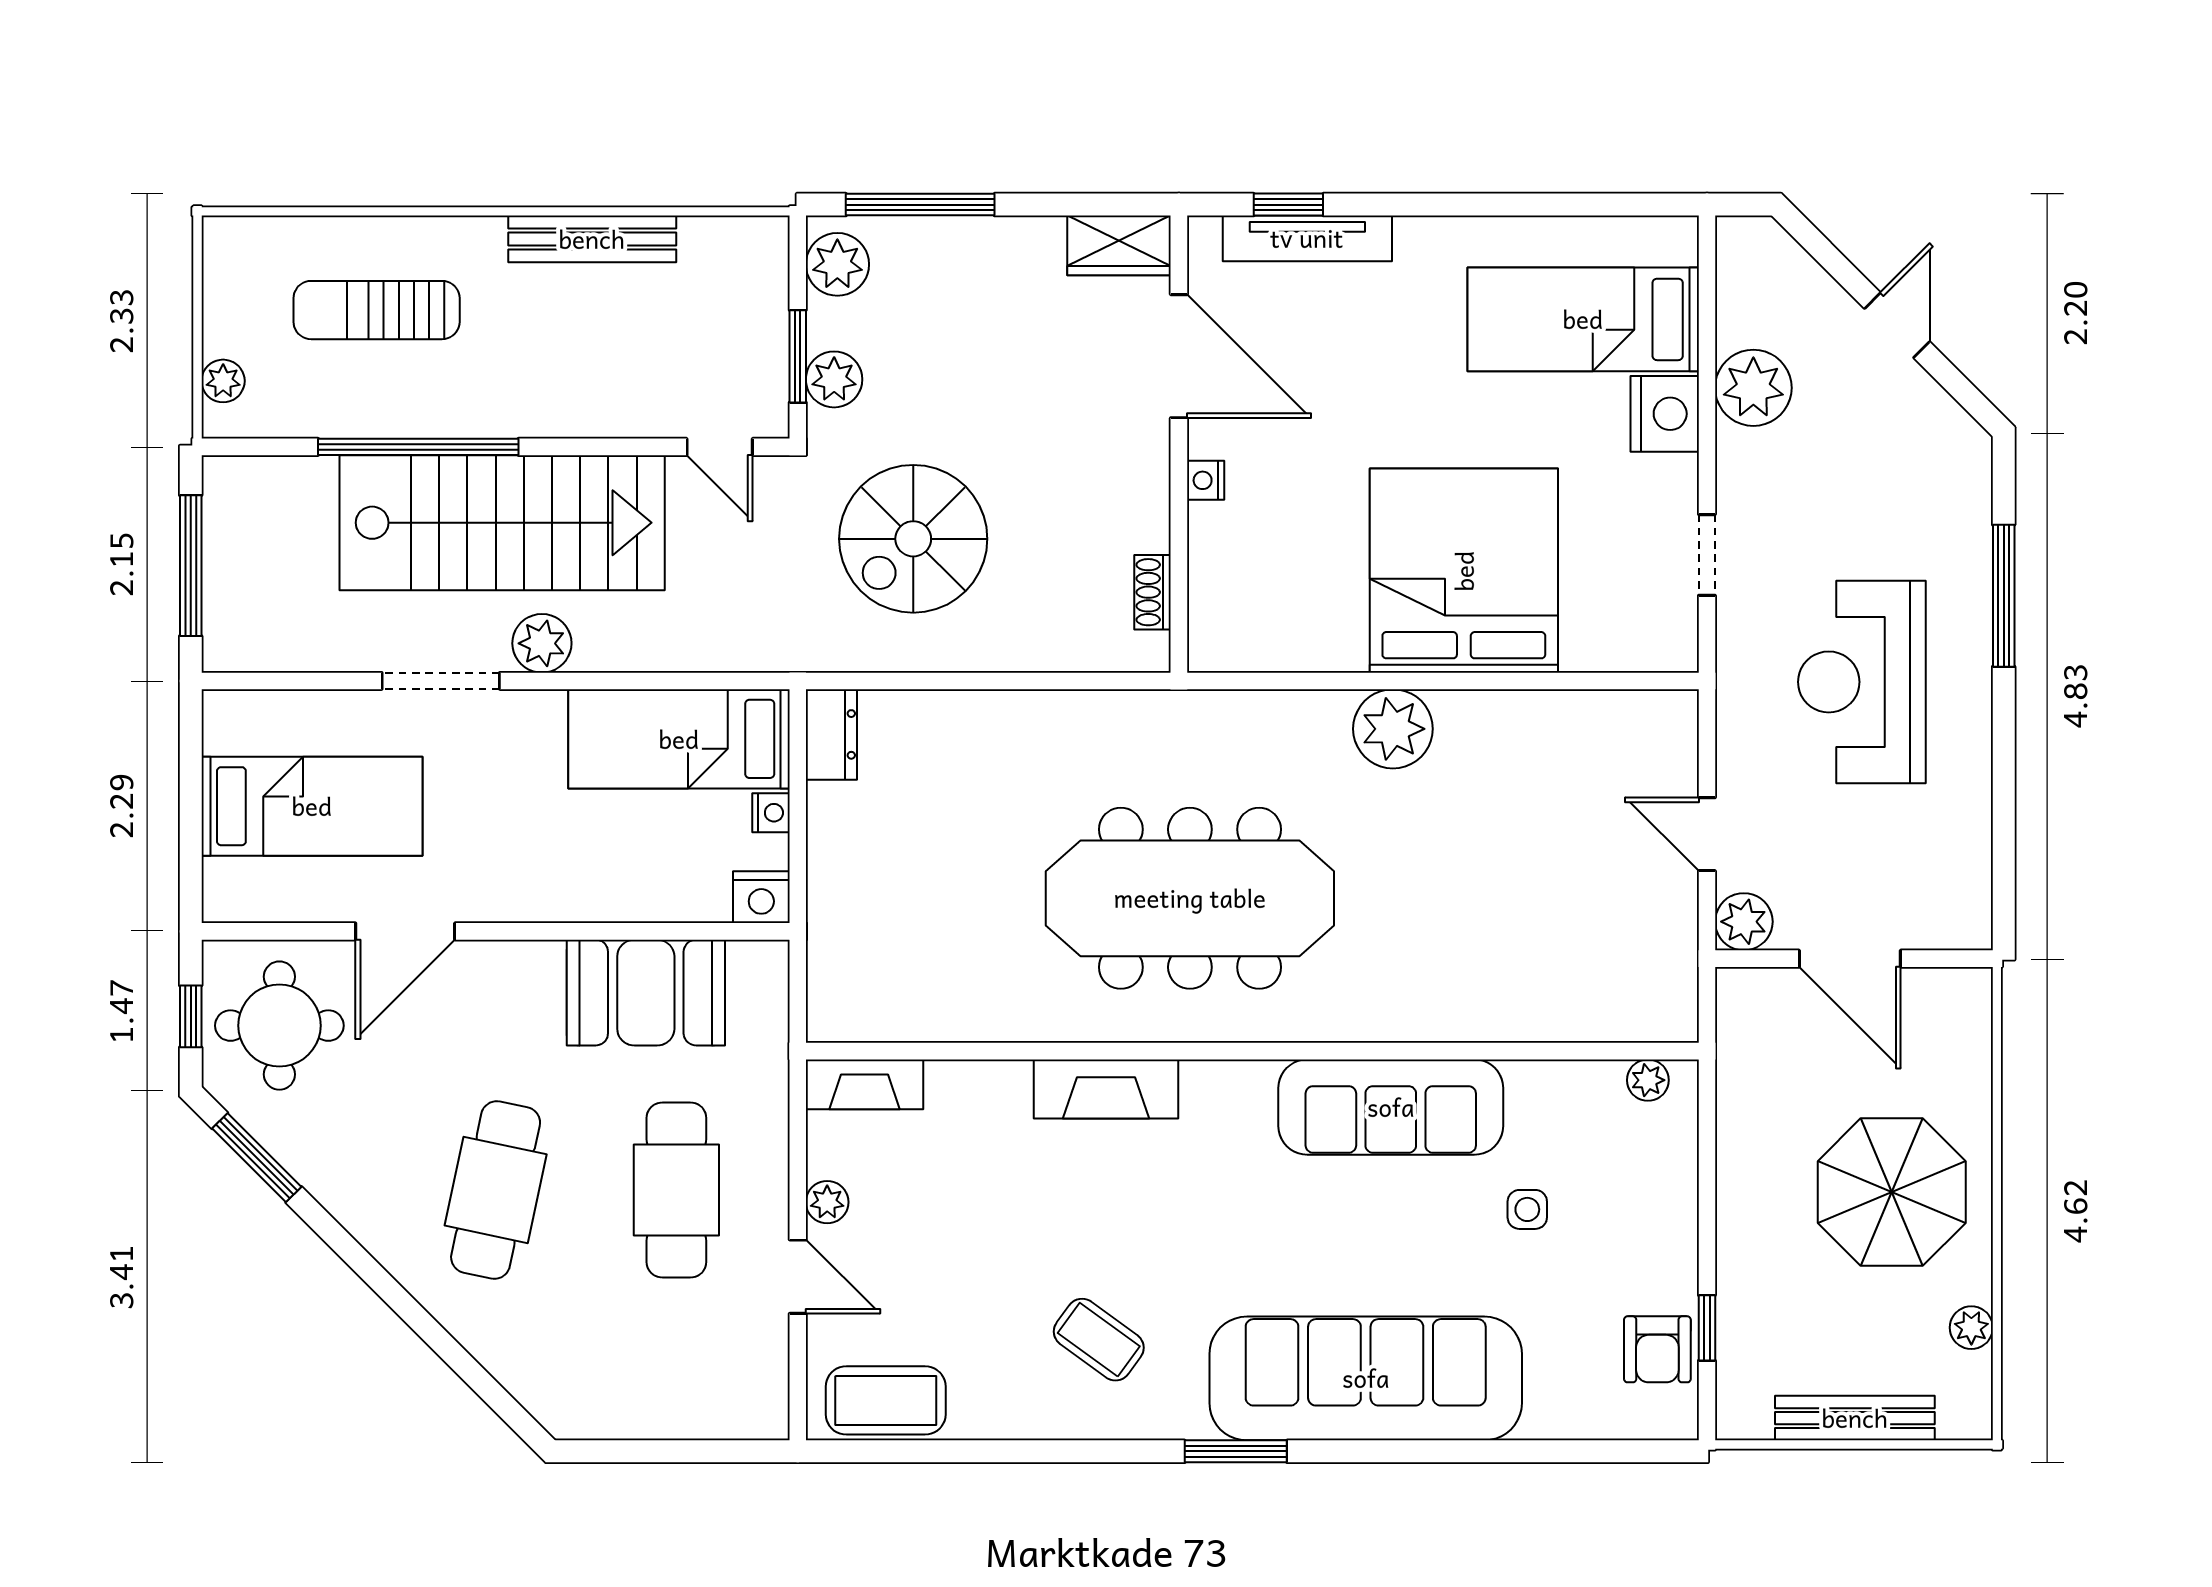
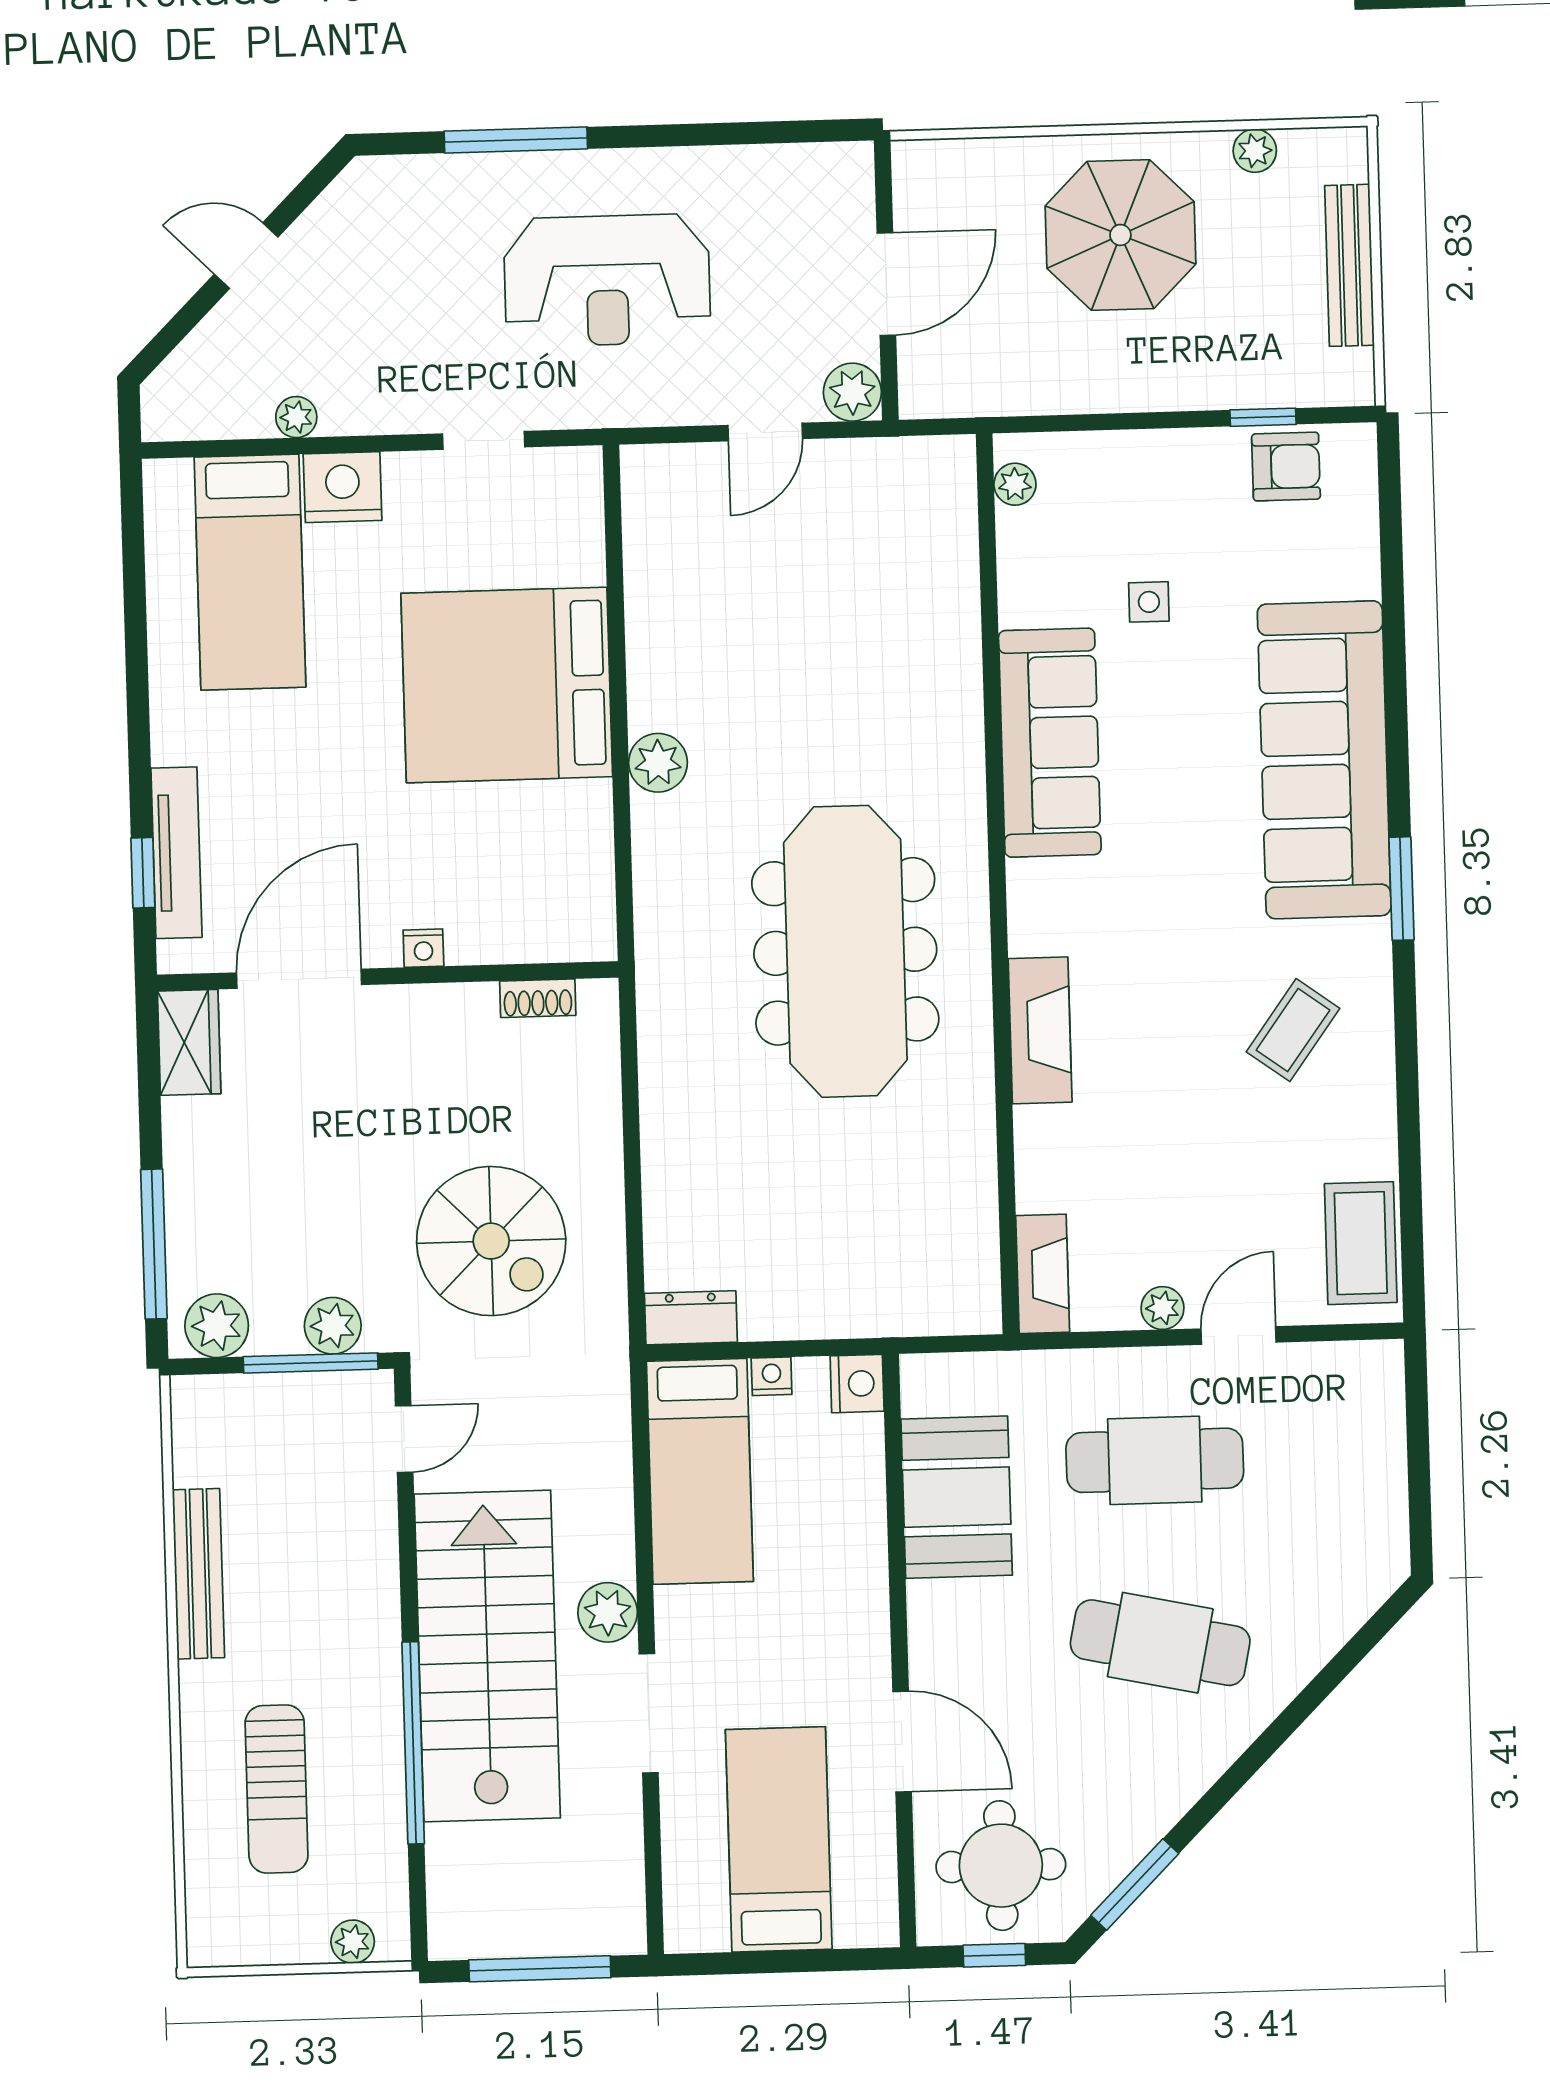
window: (798, 356) -> (311, 1363), width x1.44
plant: (1753, 388) -> (296, 417), width x0.53, depth x0.53
plant: (1393, 729) -> (658, 763), width x0.73, depth x0.73

